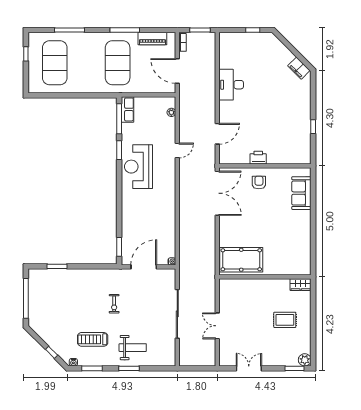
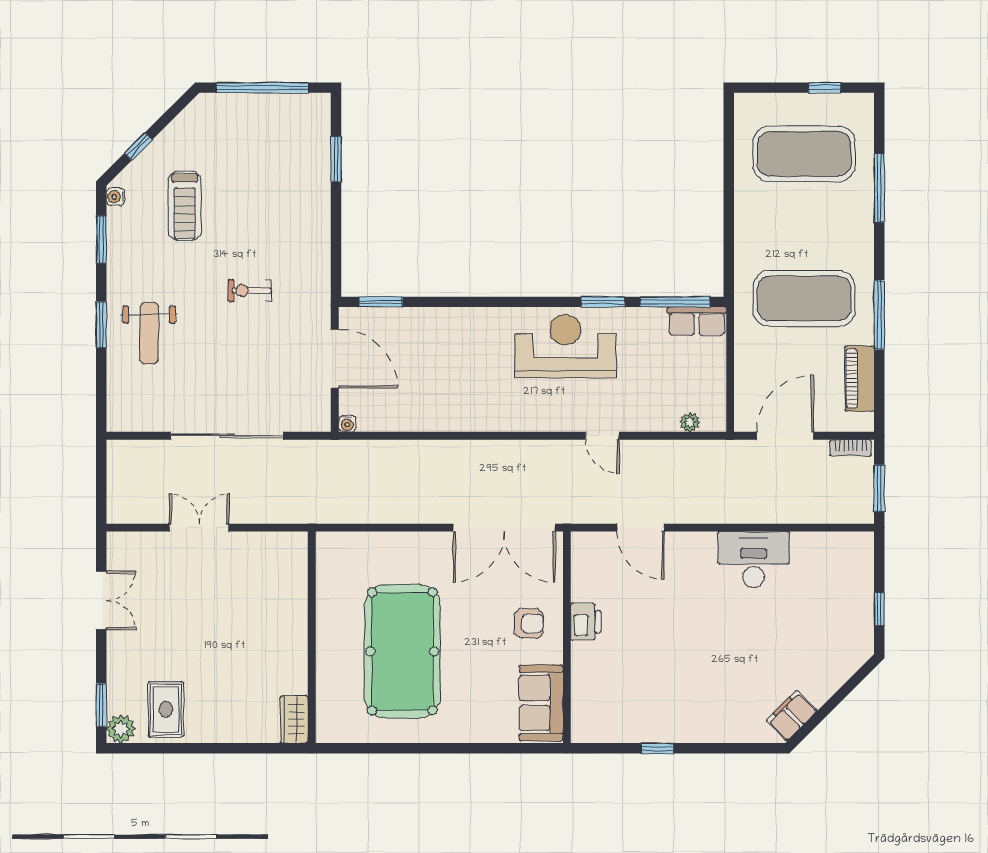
sofa: (301, 193) -> (541, 703), moved, turned -90
pool table: (241, 260) -> (402, 651), moved, width x1.36, depth x1.32
rug: (285, 320) -> (166, 709), moved
treadmill: (93, 339) -> (185, 206), moved, turned 180

